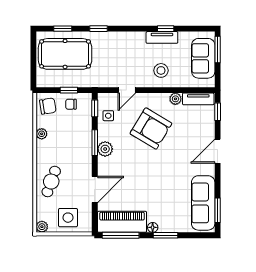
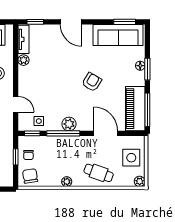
armchair: (151, 128) -> (92, 82), moved, width x0.53, depth x0.53
plant: (42, 134) -> (67, 182), moved
window: (95, 143) -> (63, 133), width x1.44
floor lamp: (153, 227) -> (140, 66), moved

